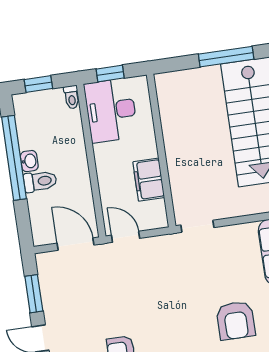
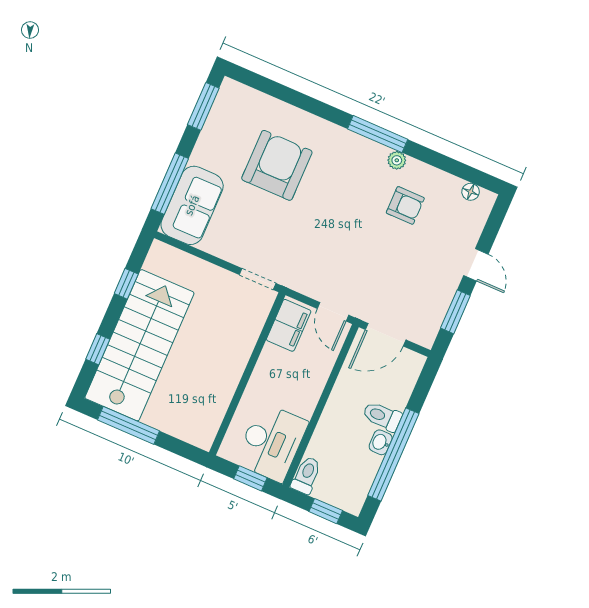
toilet: (72, 97) -> (306, 475), width x1.37, depth x1.39
filing cabinet: (149, 180) -> (289, 325), moved
door: (75, 244) -> (386, 335), hinge flipped
armchair: (236, 320) -> (277, 165), width x1.36, depth x1.36

